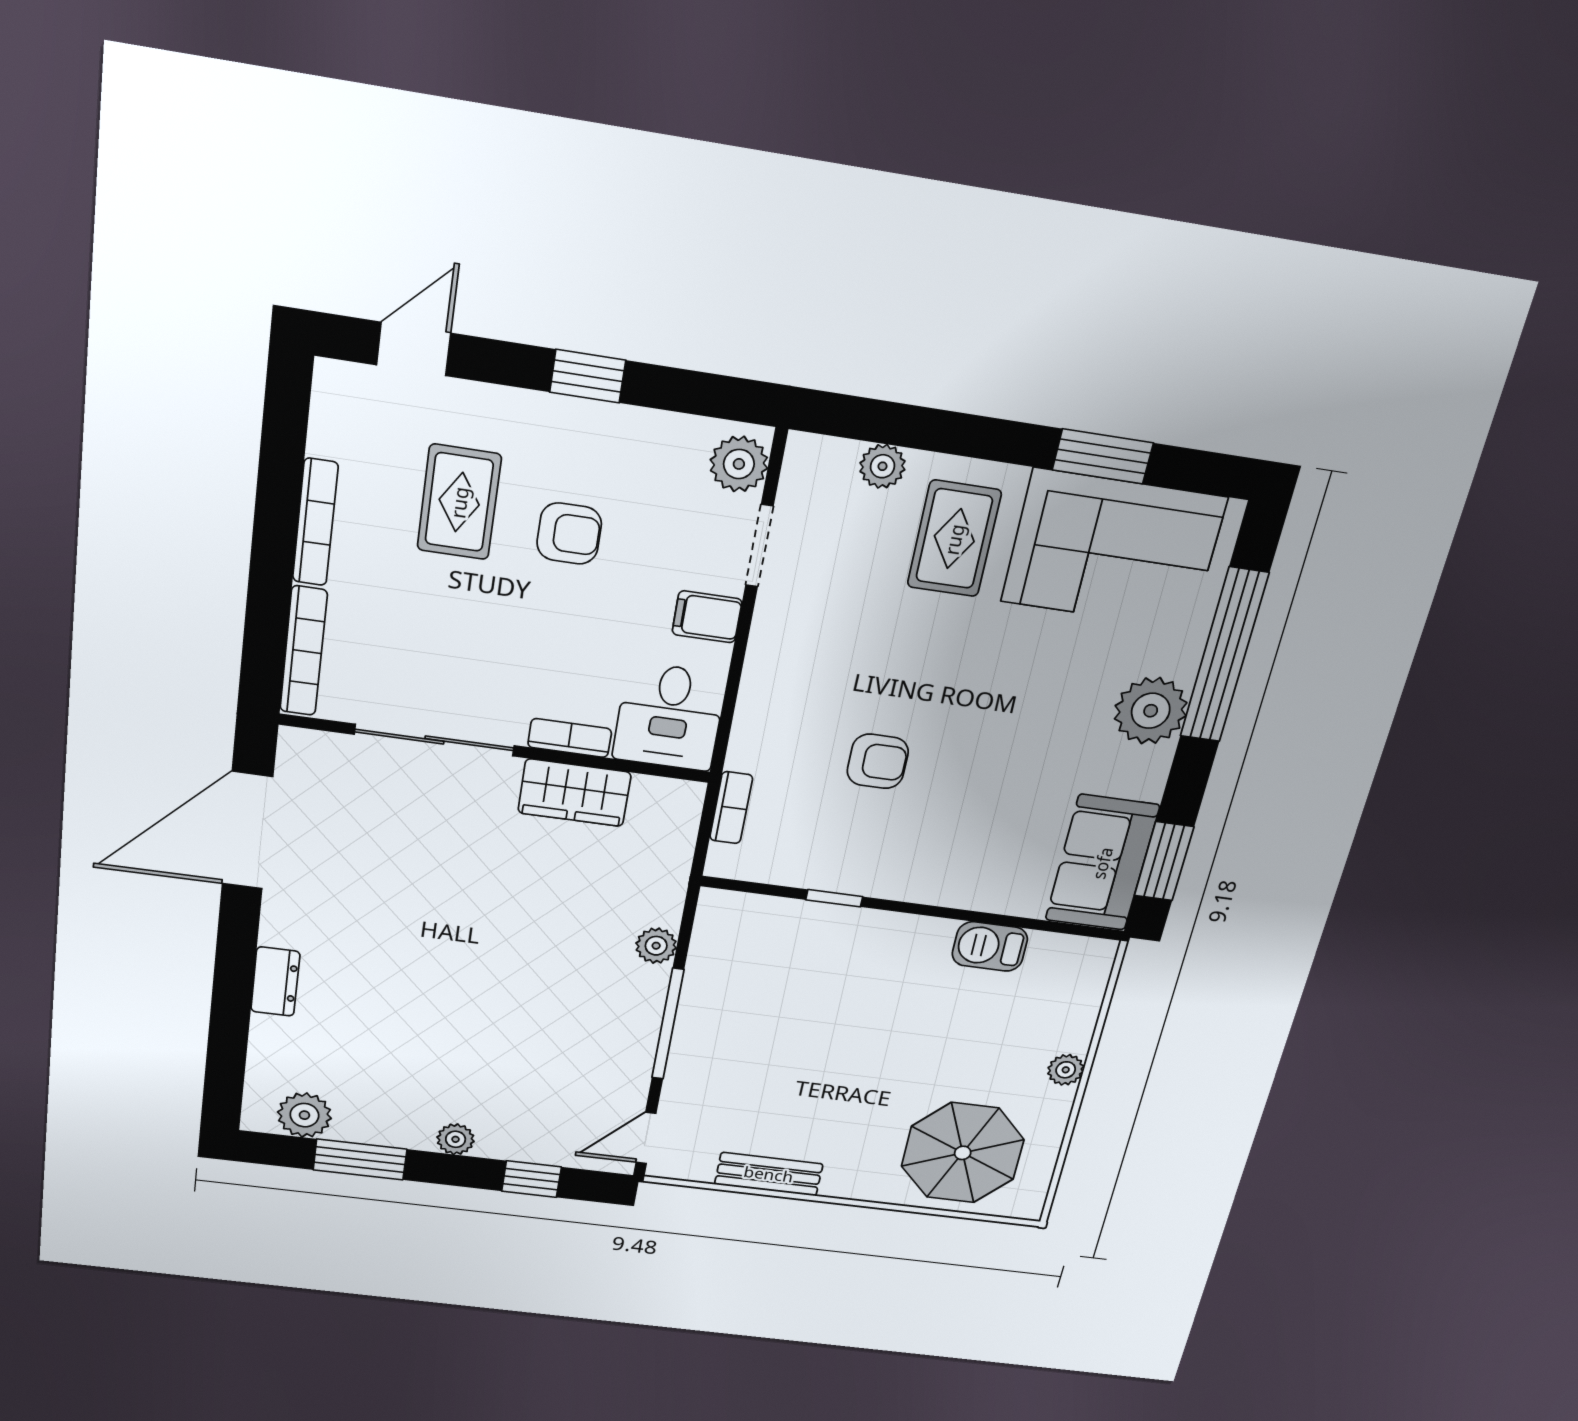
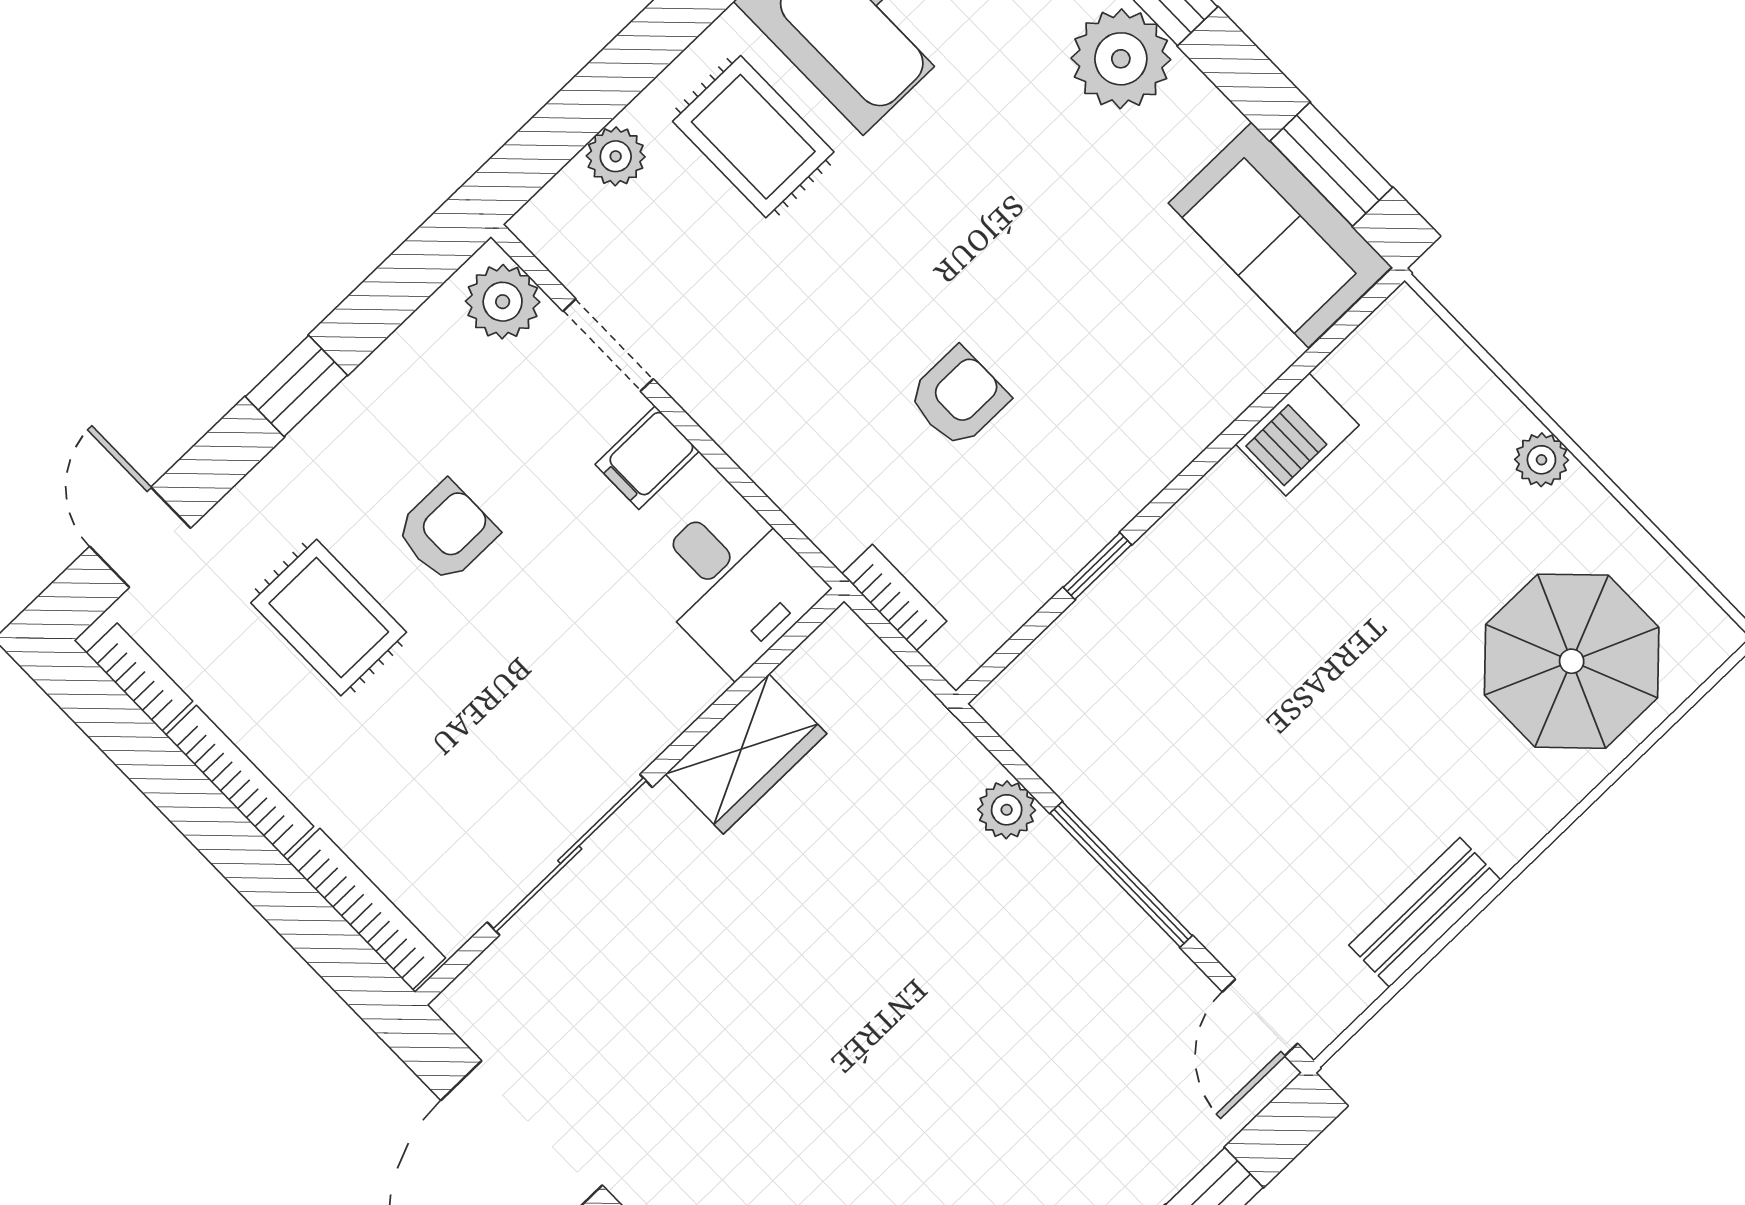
bookcase: (570, 738) -> (139, 677), moved, turned 90

